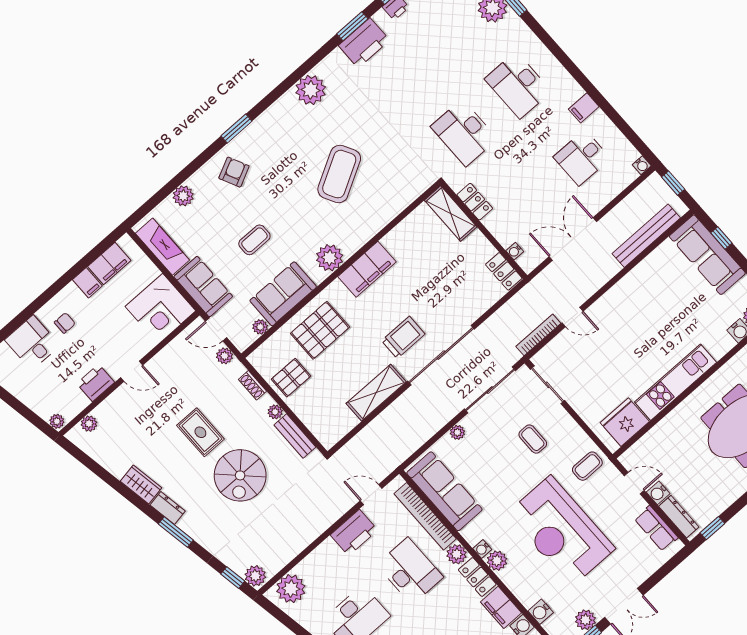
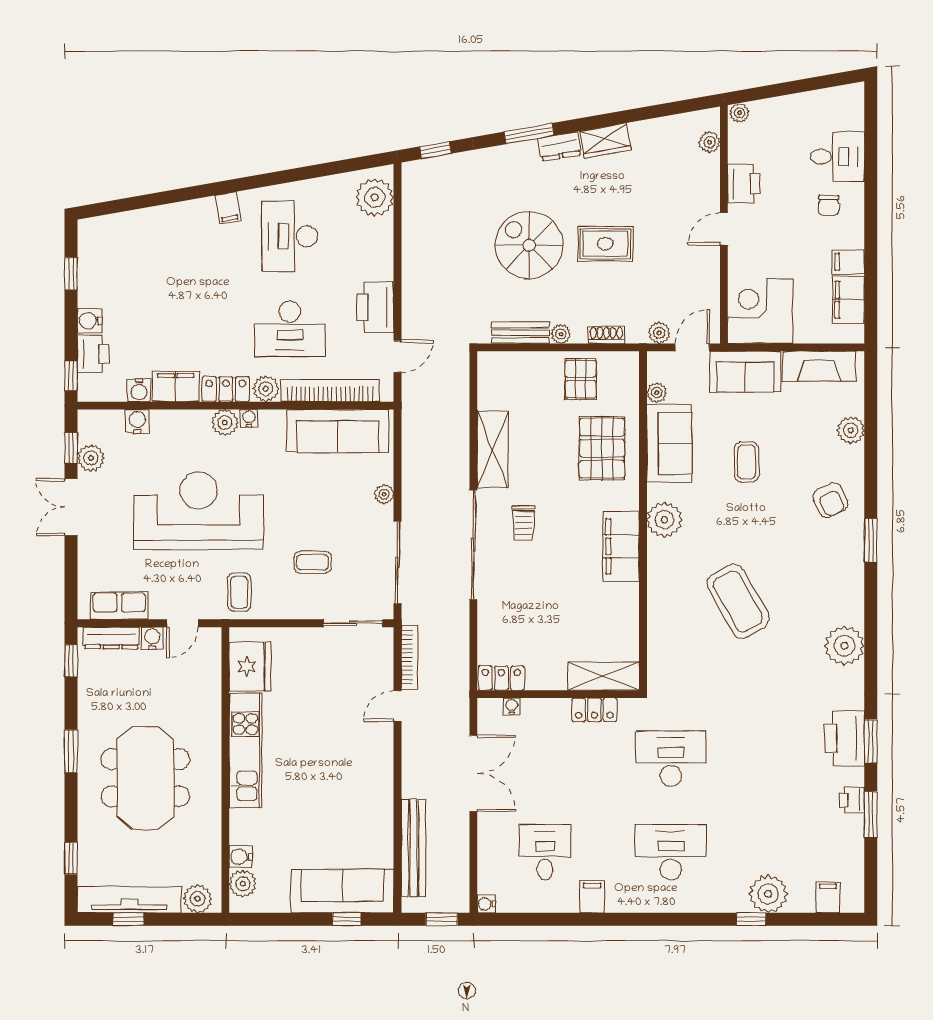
trolley: (403, 337) -> (523, 523), width x0.73, depth x0.72
plant: (255, 576) -> (418, 174), removed

